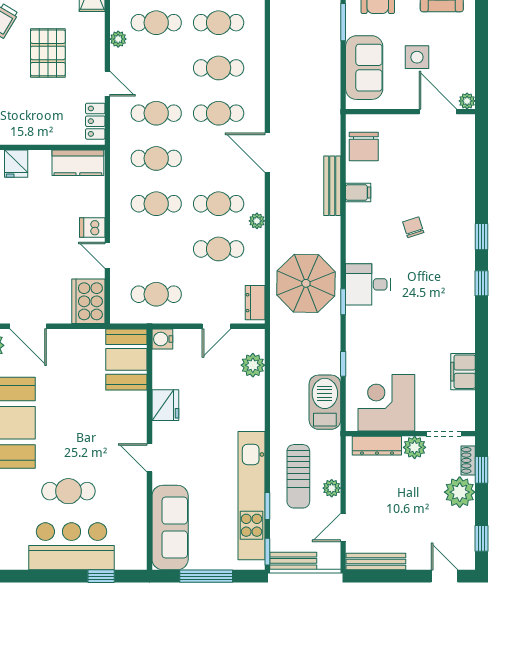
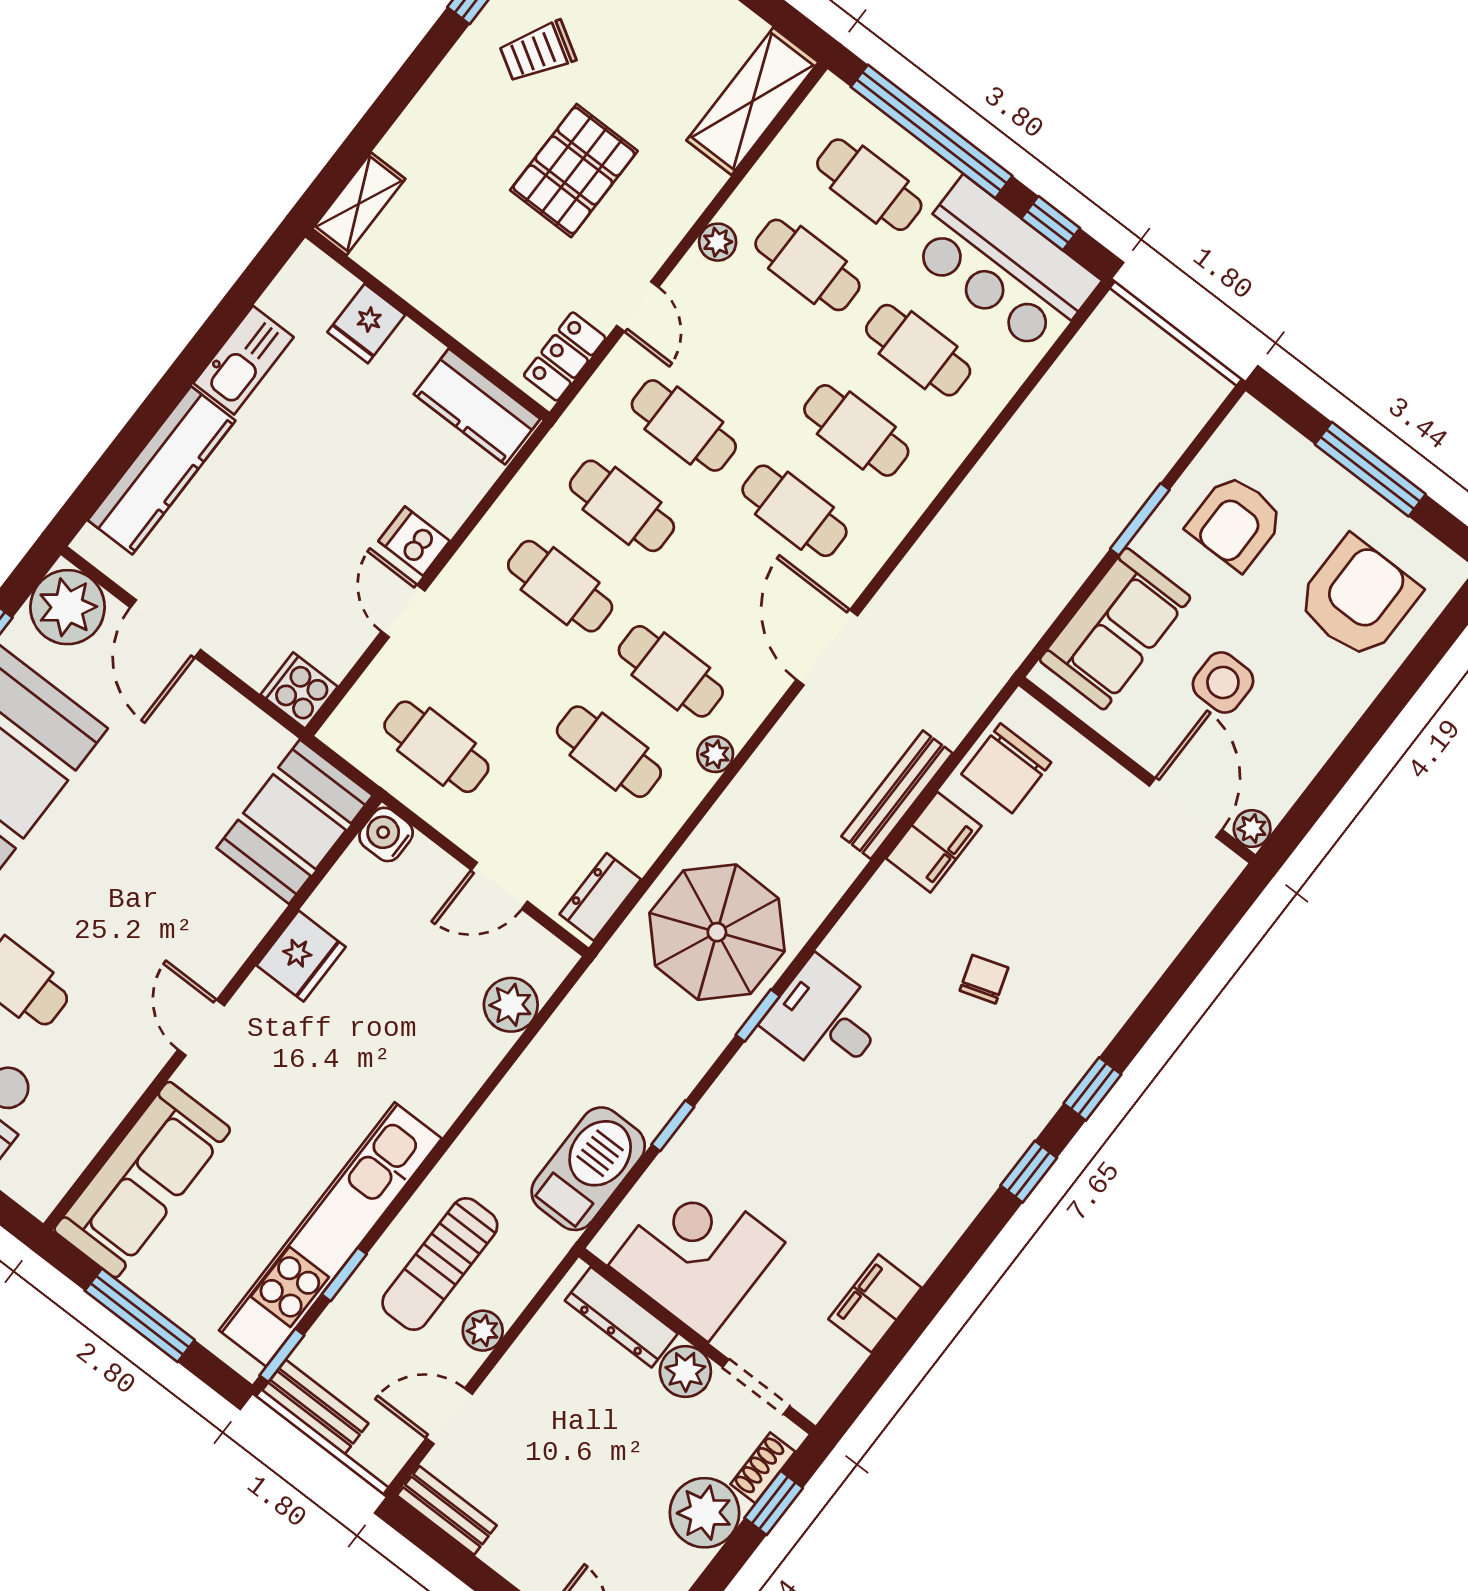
filing cabinet: (358, 192) -> (934, 842), width x2.00
cooker: (88, 301) -> (299, 691), width x0.53, depth x0.76
bench: (376, 562) -> (447, 1510), width x0.73

